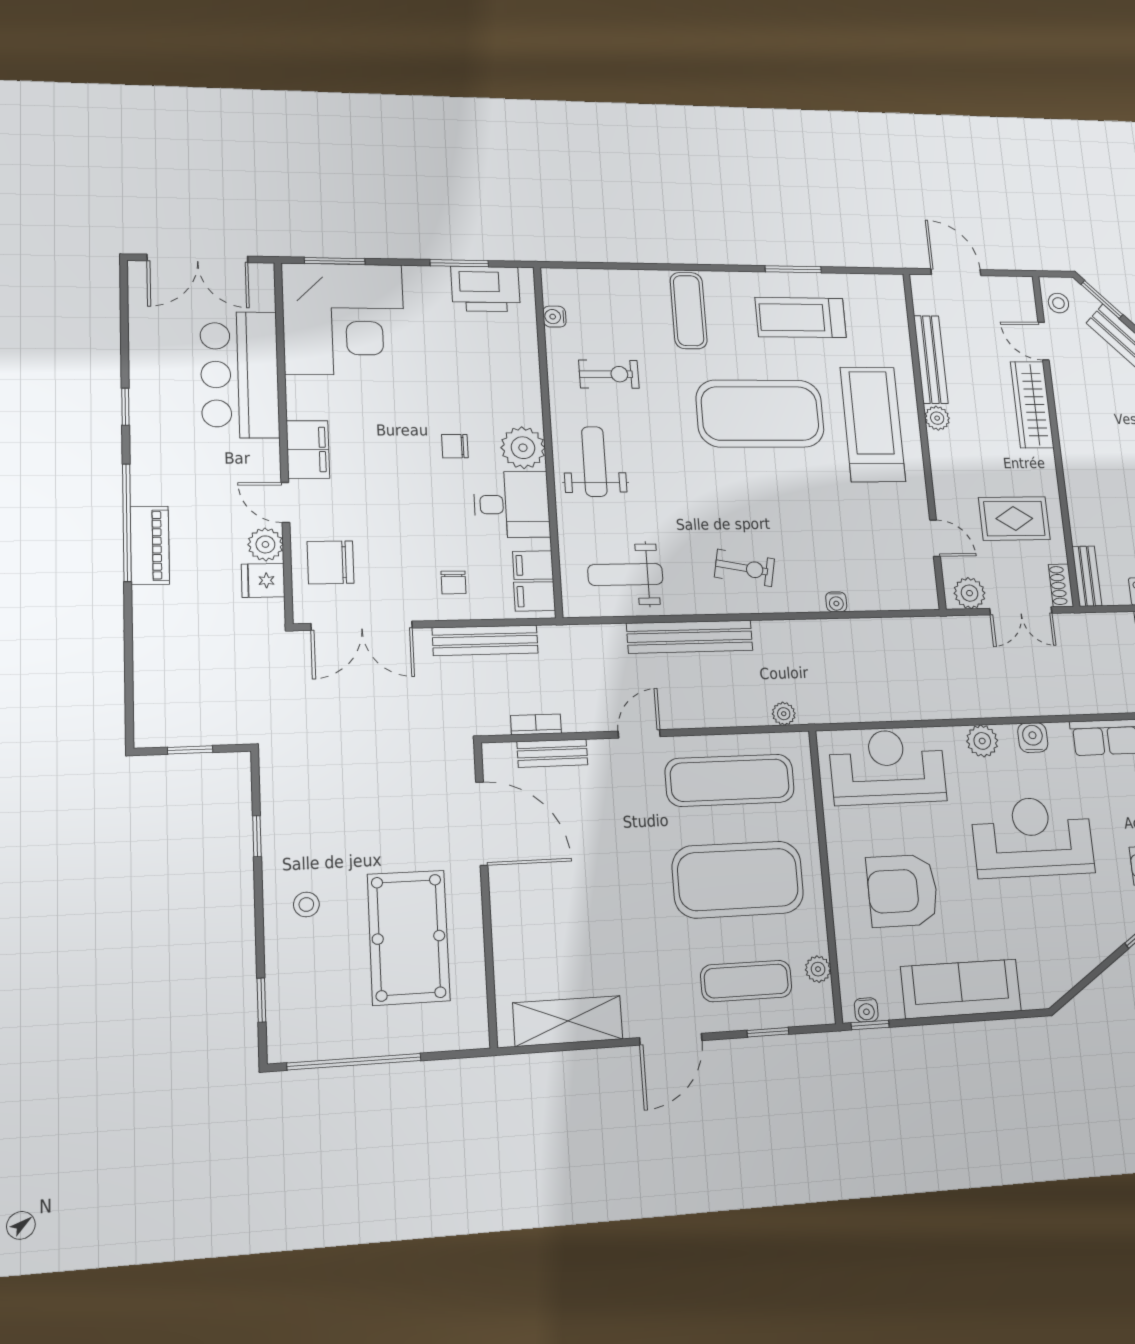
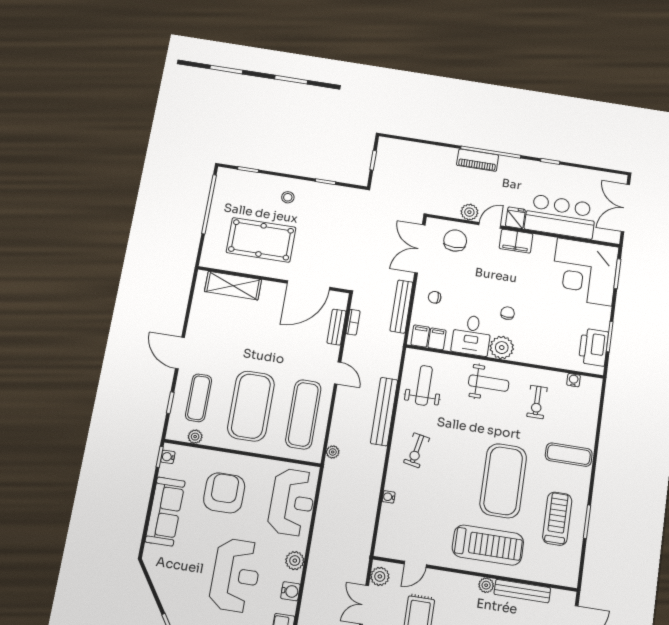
fridge: (263, 580) -> (515, 218), moved
shelving: (568, 1021) -> (233, 286), moved, turned 90

